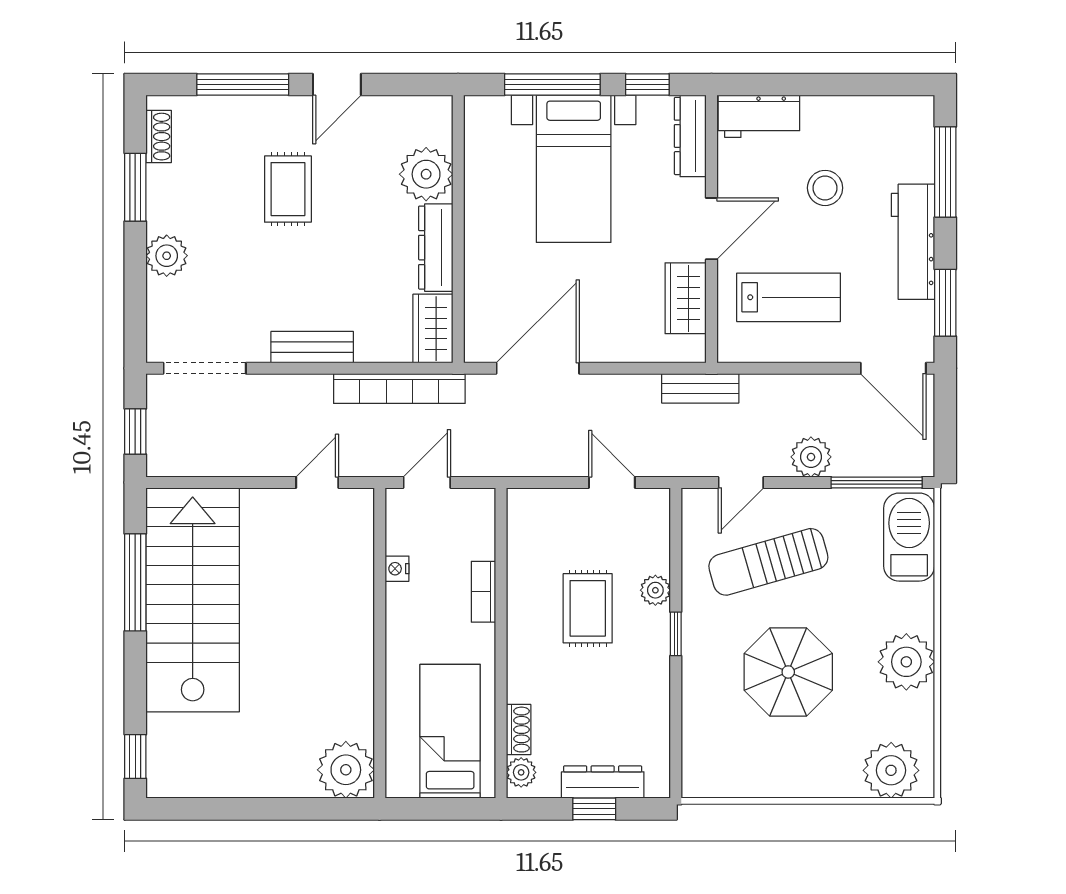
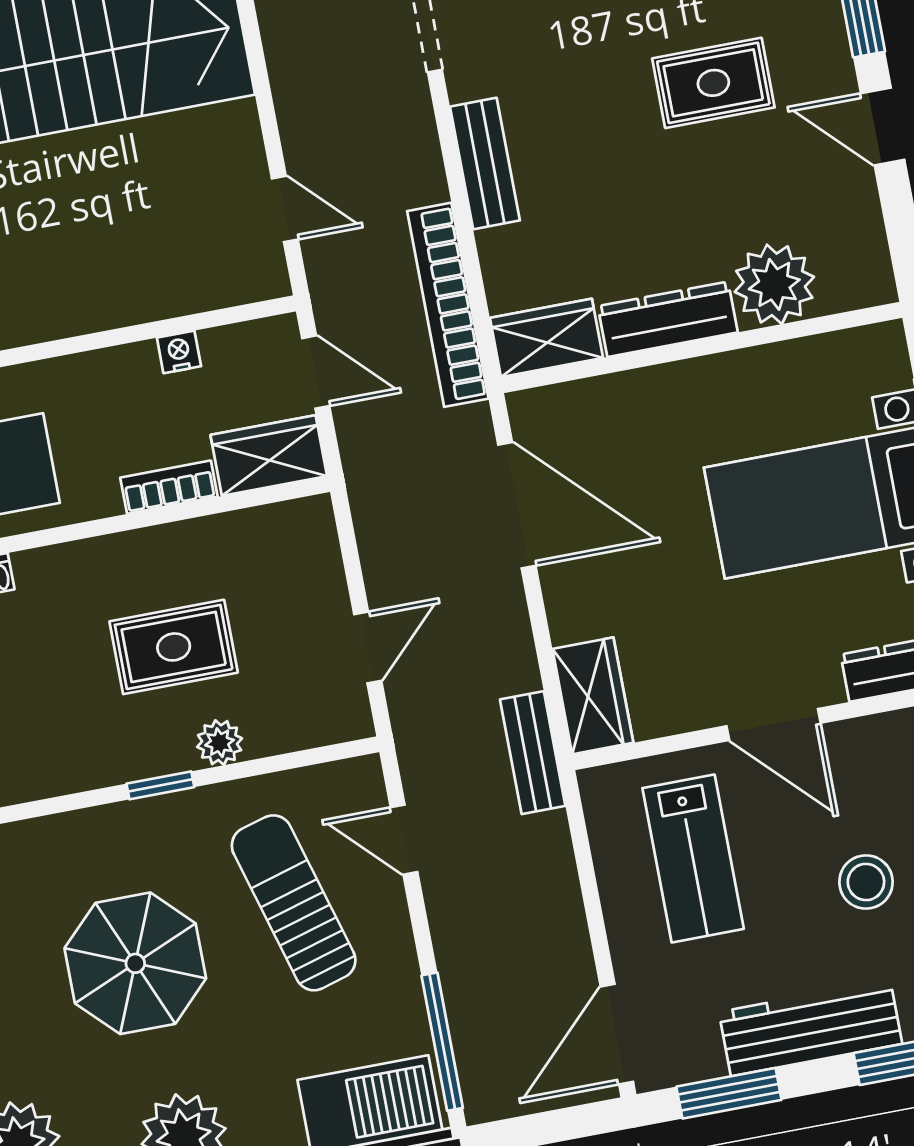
wardrobe: (686, 298) -> (593, 696), moved, turned 90
plant: (811, 457) -> (462, 937), removed
wardrobe: (475, 523) -> (269, 456), added

